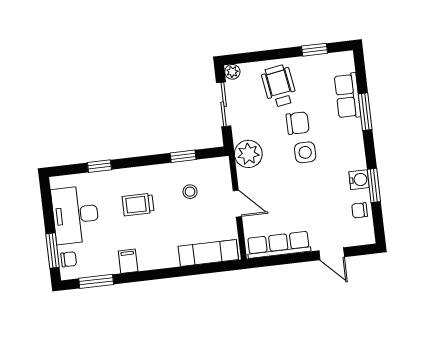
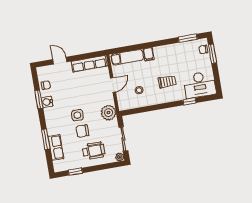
wheelchair: (279, 86) -> (94, 151), turned -81
window: (183, 156) -> (144, 109), removed
door: (237, 204) -> (113, 85), swing flipped
desk: (75, 215) -> (200, 85), moved, turned 90
filing cabinet: (128, 261) -> (149, 54), moved

